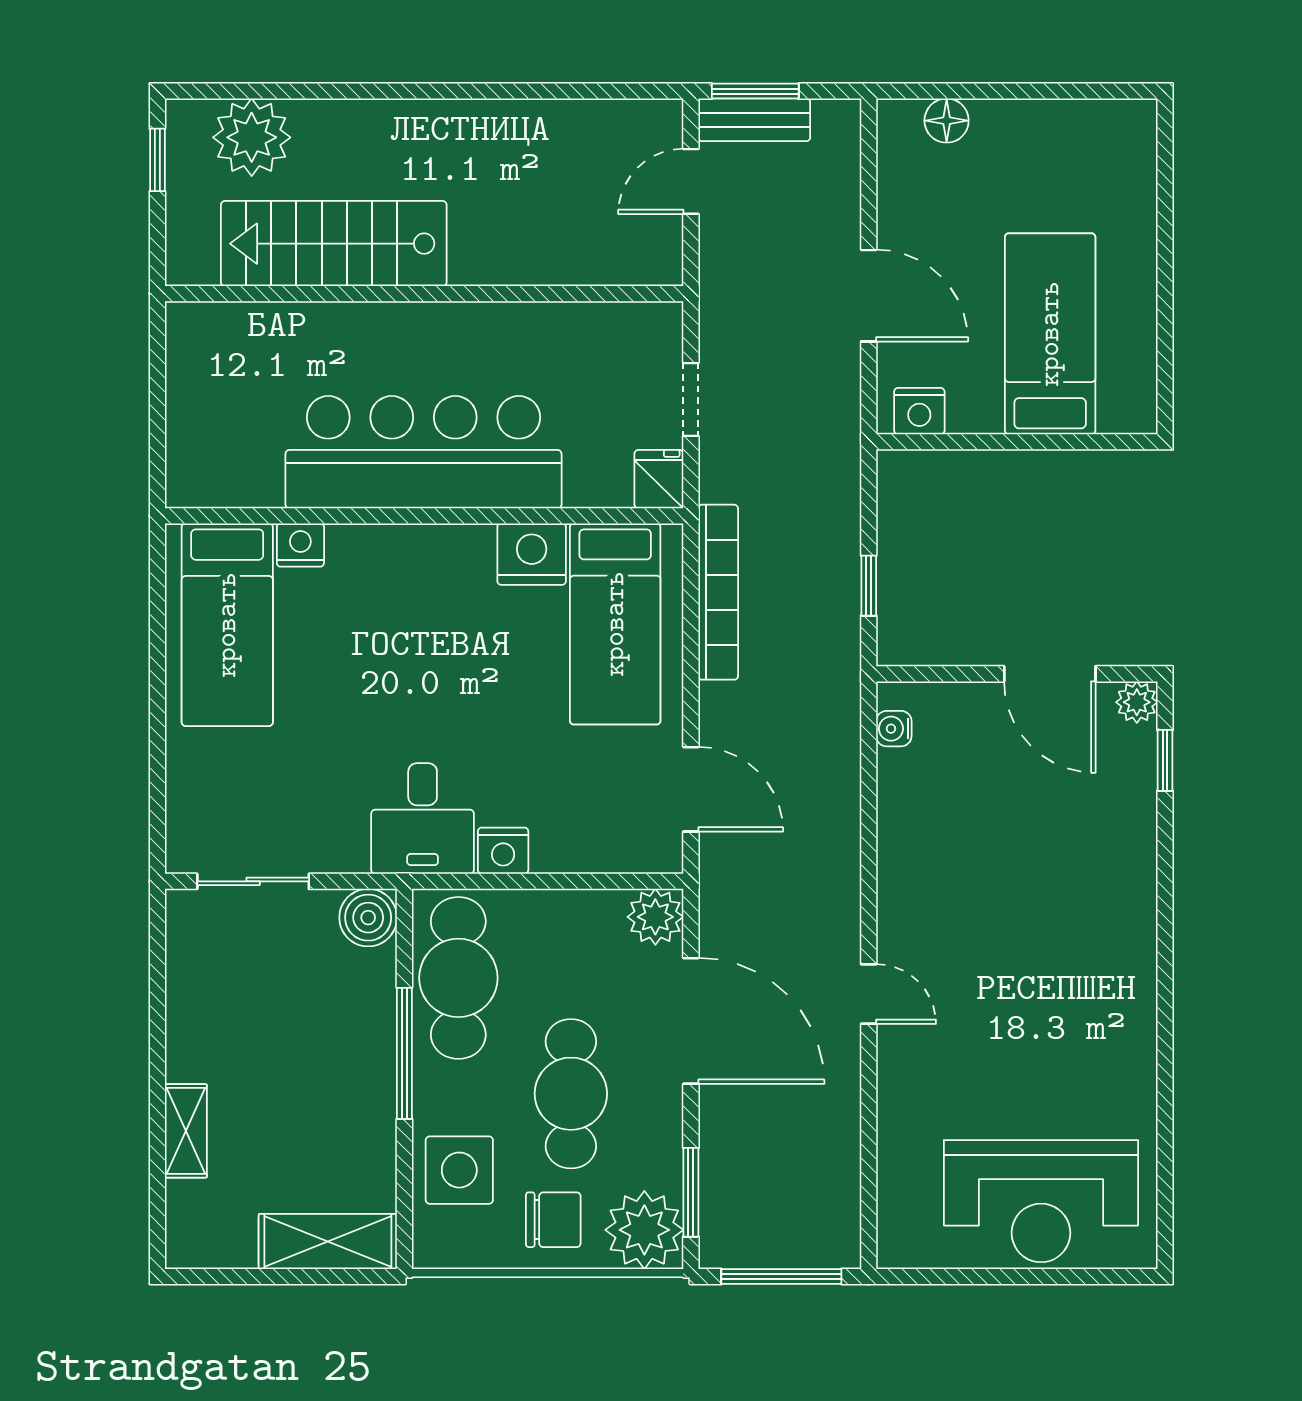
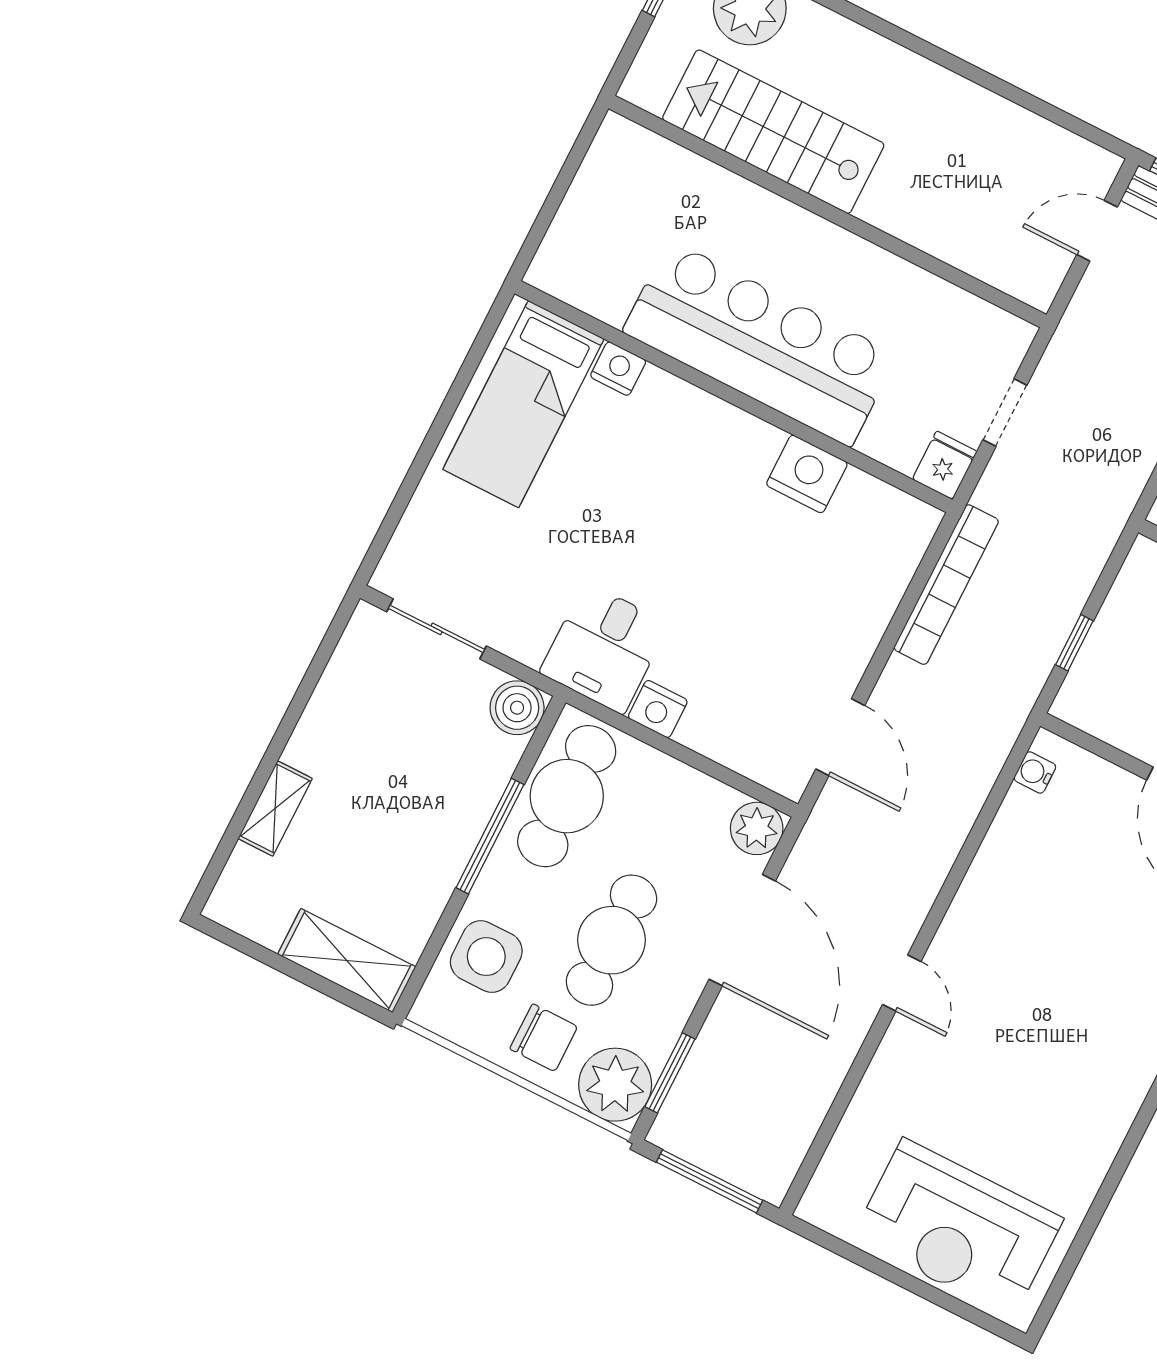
bed: (615, 624) -> (847, 567), removed

